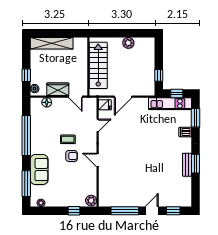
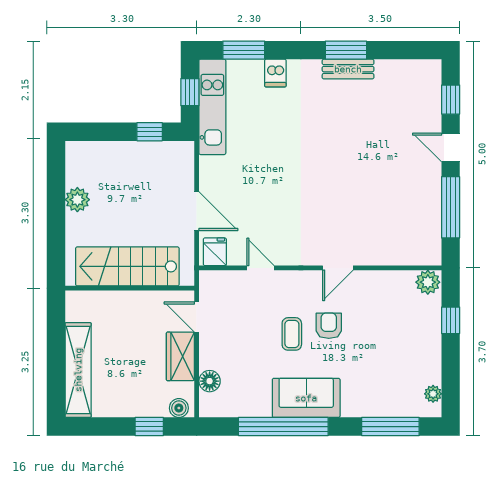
door: (75, 97) -> (197, 317), swing flipped
sofa: (39, 169) -> (306, 398), moved

